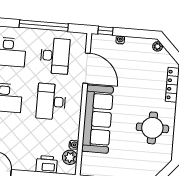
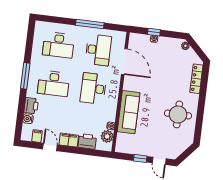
window: (44, 26) -> (90, 24), width x0.68
window: (105, 31) -> (154, 32), moved
sofa: (97, 119) -> (129, 112), width x0.74, depth x0.79
filing cabinet: (25, 164) -> (69, 140), added

